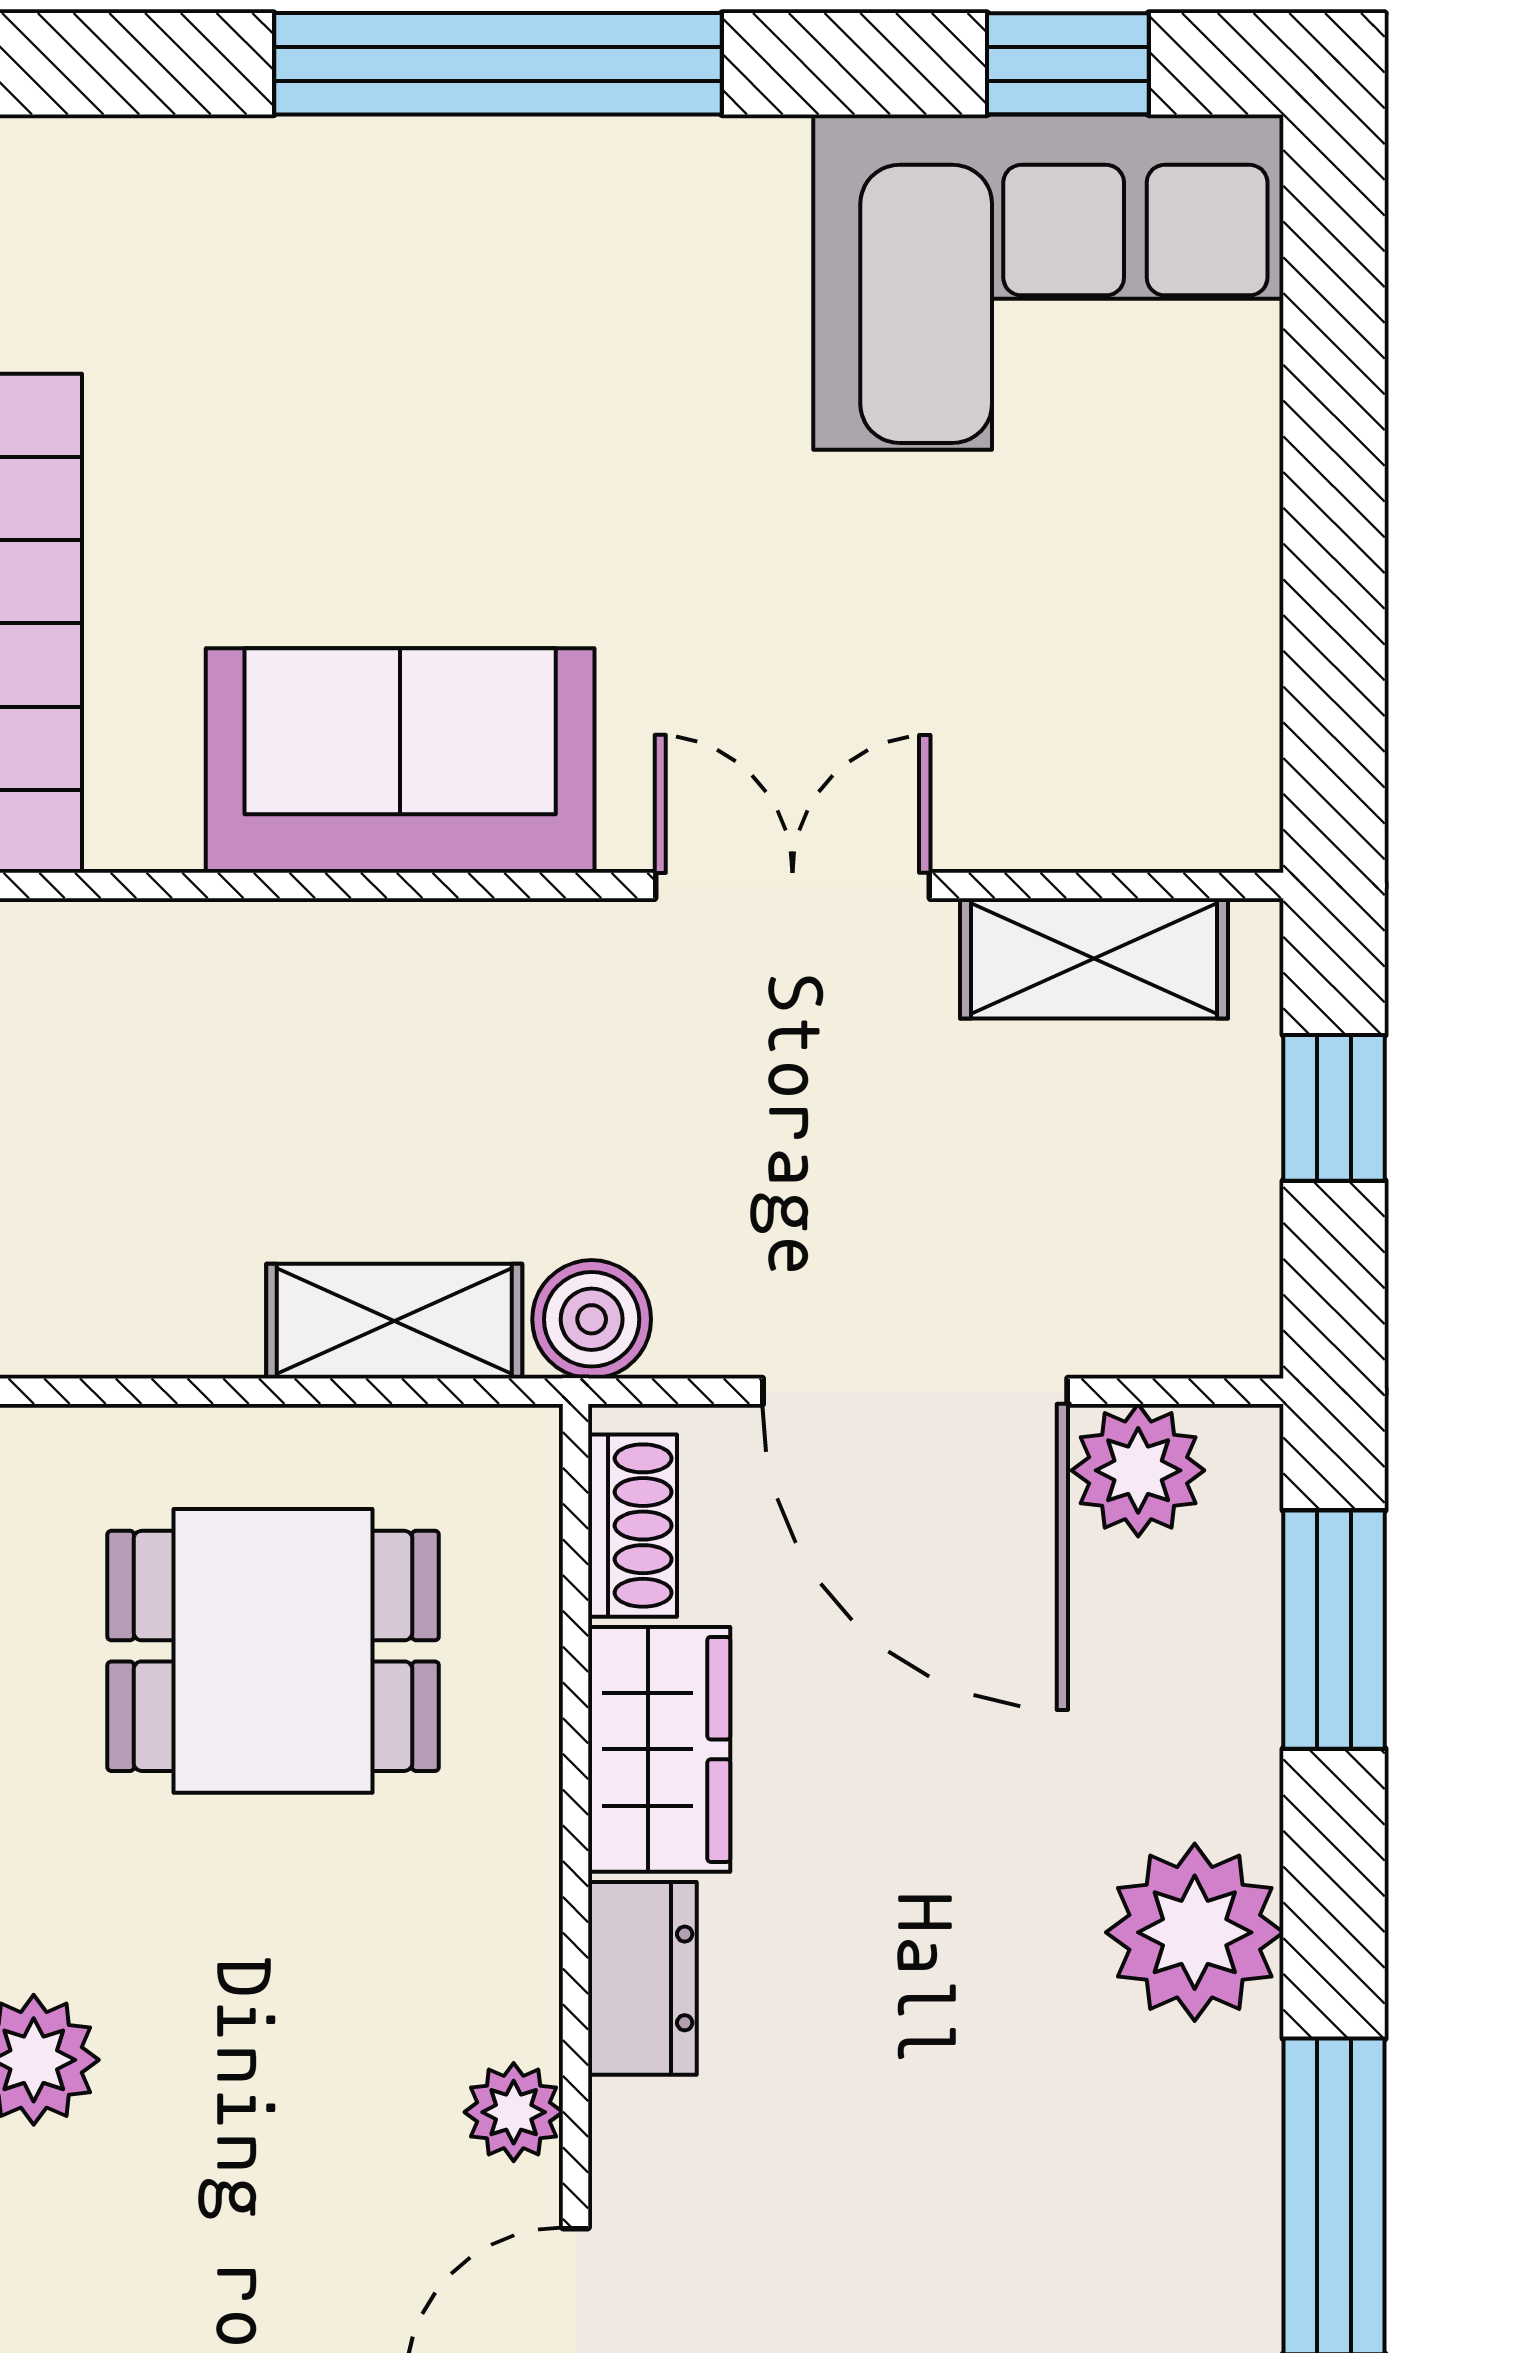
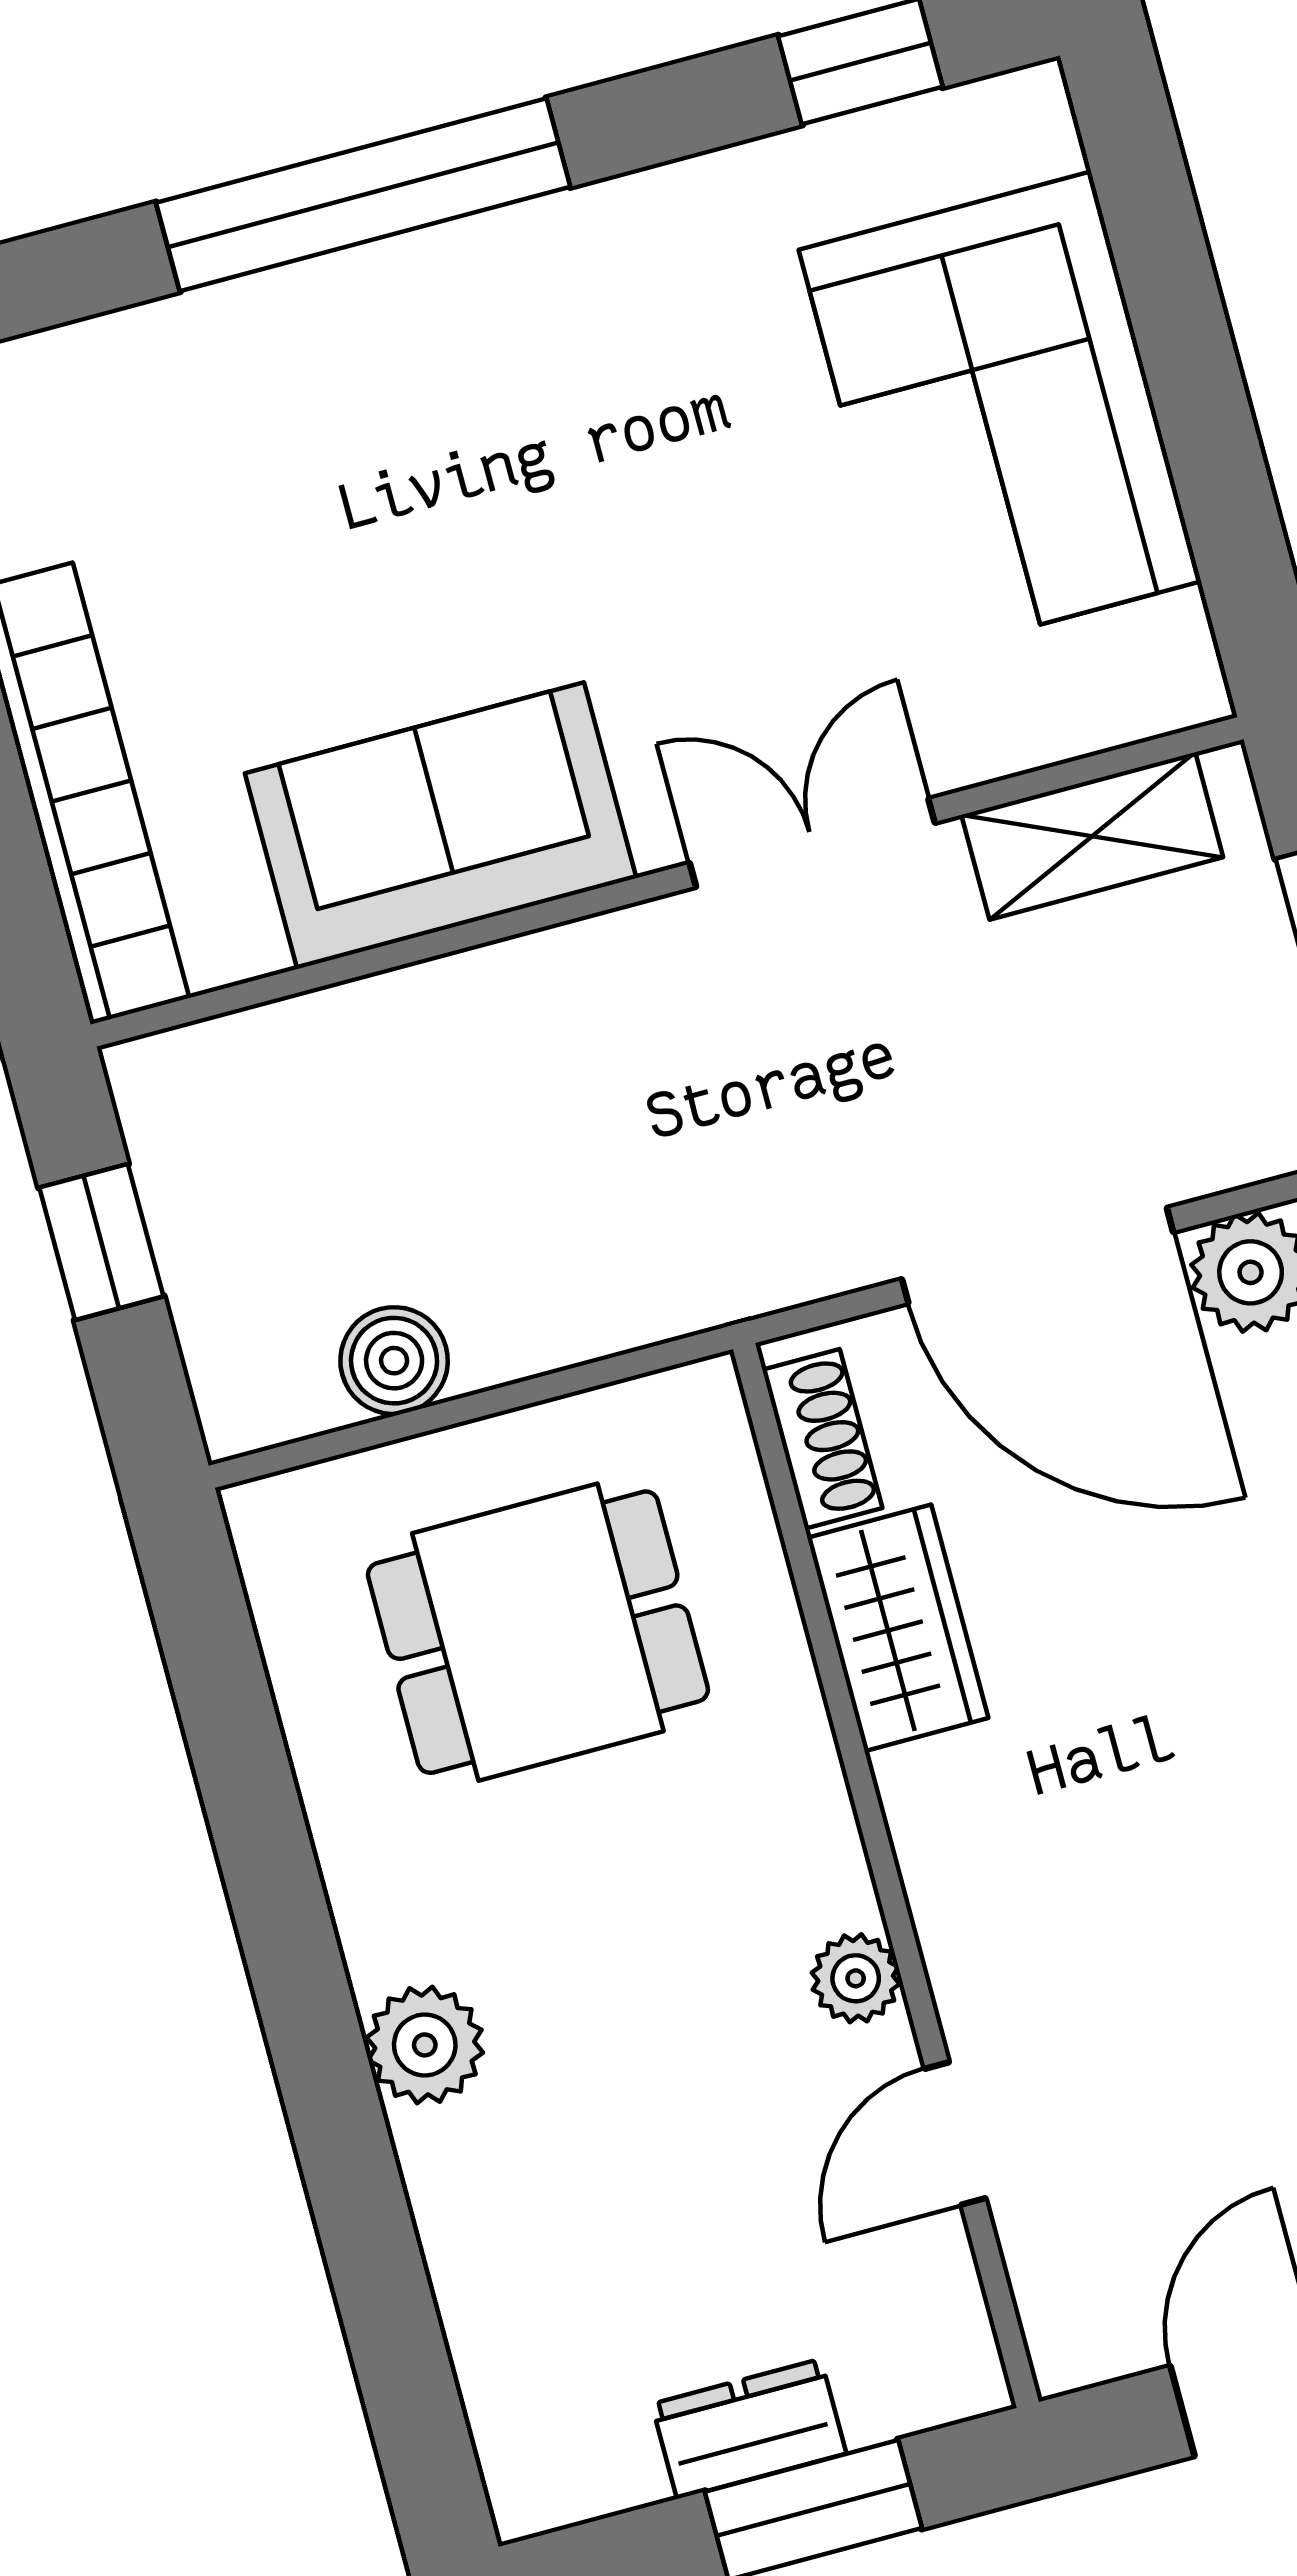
corner sofa: (1048, 282) -> (1000, 416), moved, turned 90
boiler: (592, 1319) -> (394, 1361), moved
shelving: (394, 1321) -> (567, 1316), removed
dresser: (642, 1978) -> (937, 1832), removed

